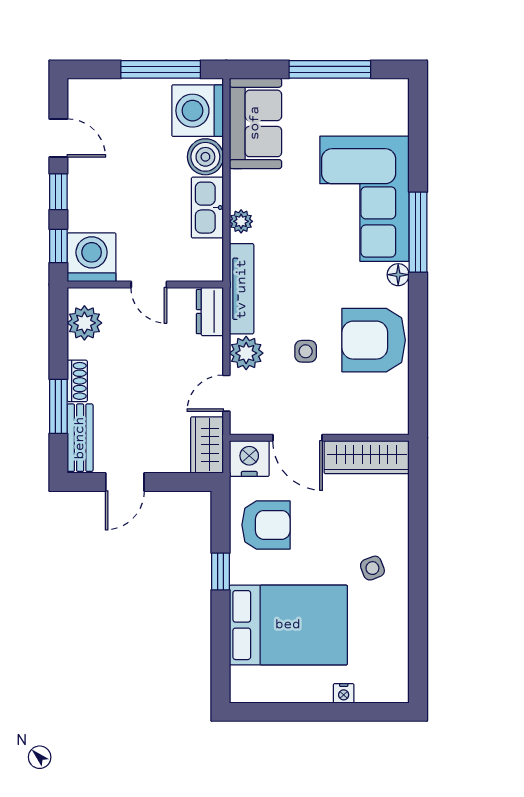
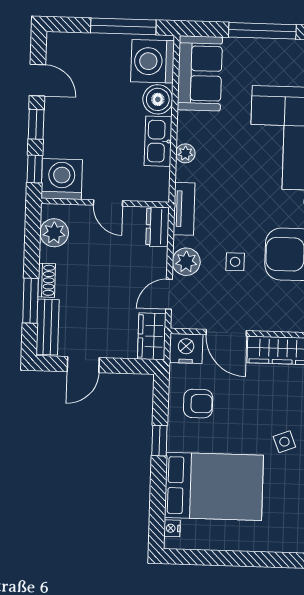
tv unit: (242, 289) -> (184, 209), width x0.71
armchair: (266, 525) -> (198, 404), width x0.72, depth x0.72
nightstand: (344, 693) -> (172, 528), moved, turned 90

